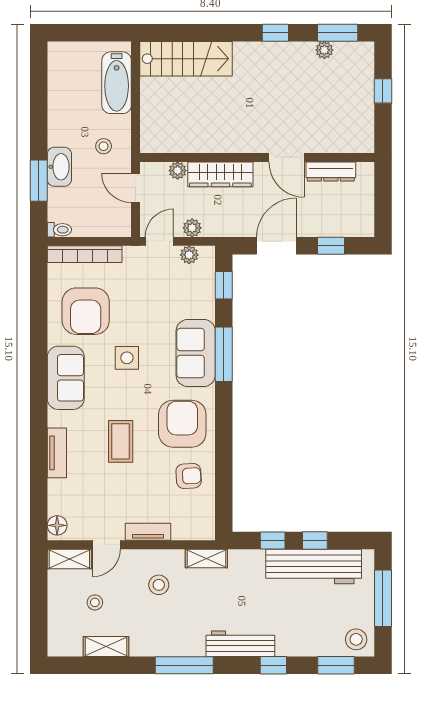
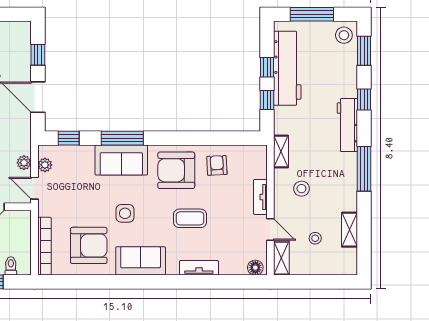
toilet: (59, 230) -> (11, 266), moved

